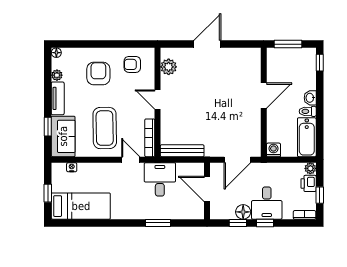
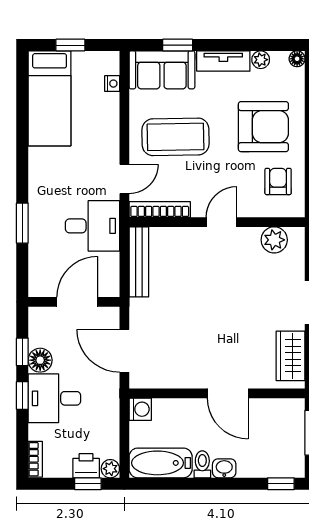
wardrobe: (240, 57) -> (291, 356), added
armchair: (98, 74) -> (263, 127), width x1.36, depth x1.36
window: (320, 195) -> (88, 484), moved

